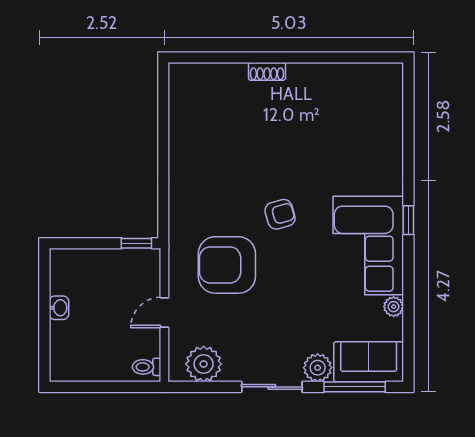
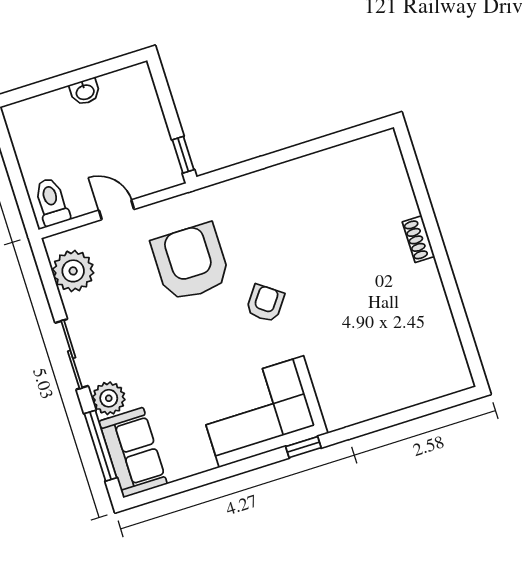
armchair: (280, 214) -> (265, 303), turned -128
plant: (394, 307) -> (203, 461), removed
toilet: (147, 367) -> (52, 202), width x1.37, depth x1.39

